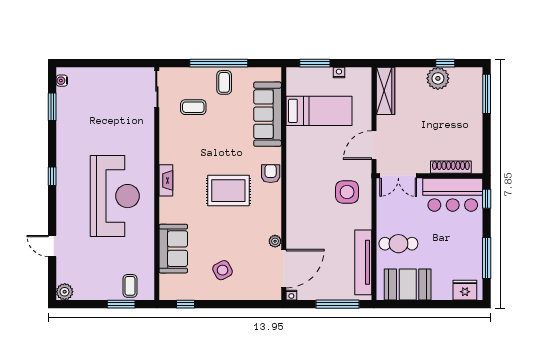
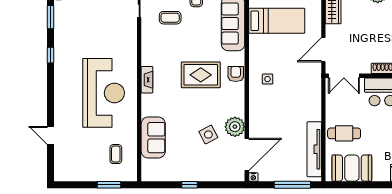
window: (52, 176) -> (50, 55), moved
rug: (228, 191) -> (201, 75), moved
side table: (347, 192) -> (268, 79), moved, width x0.54, depth x0.54
plant: (275, 241) -> (235, 127), width x1.88, depth x1.88
side table: (223, 270) -> (208, 135), moved
coffee table: (130, 286) -> (116, 154), moved
plant: (65, 292) -> (61, 174), removed
window: (186, 304) -> (189, 185), moved

